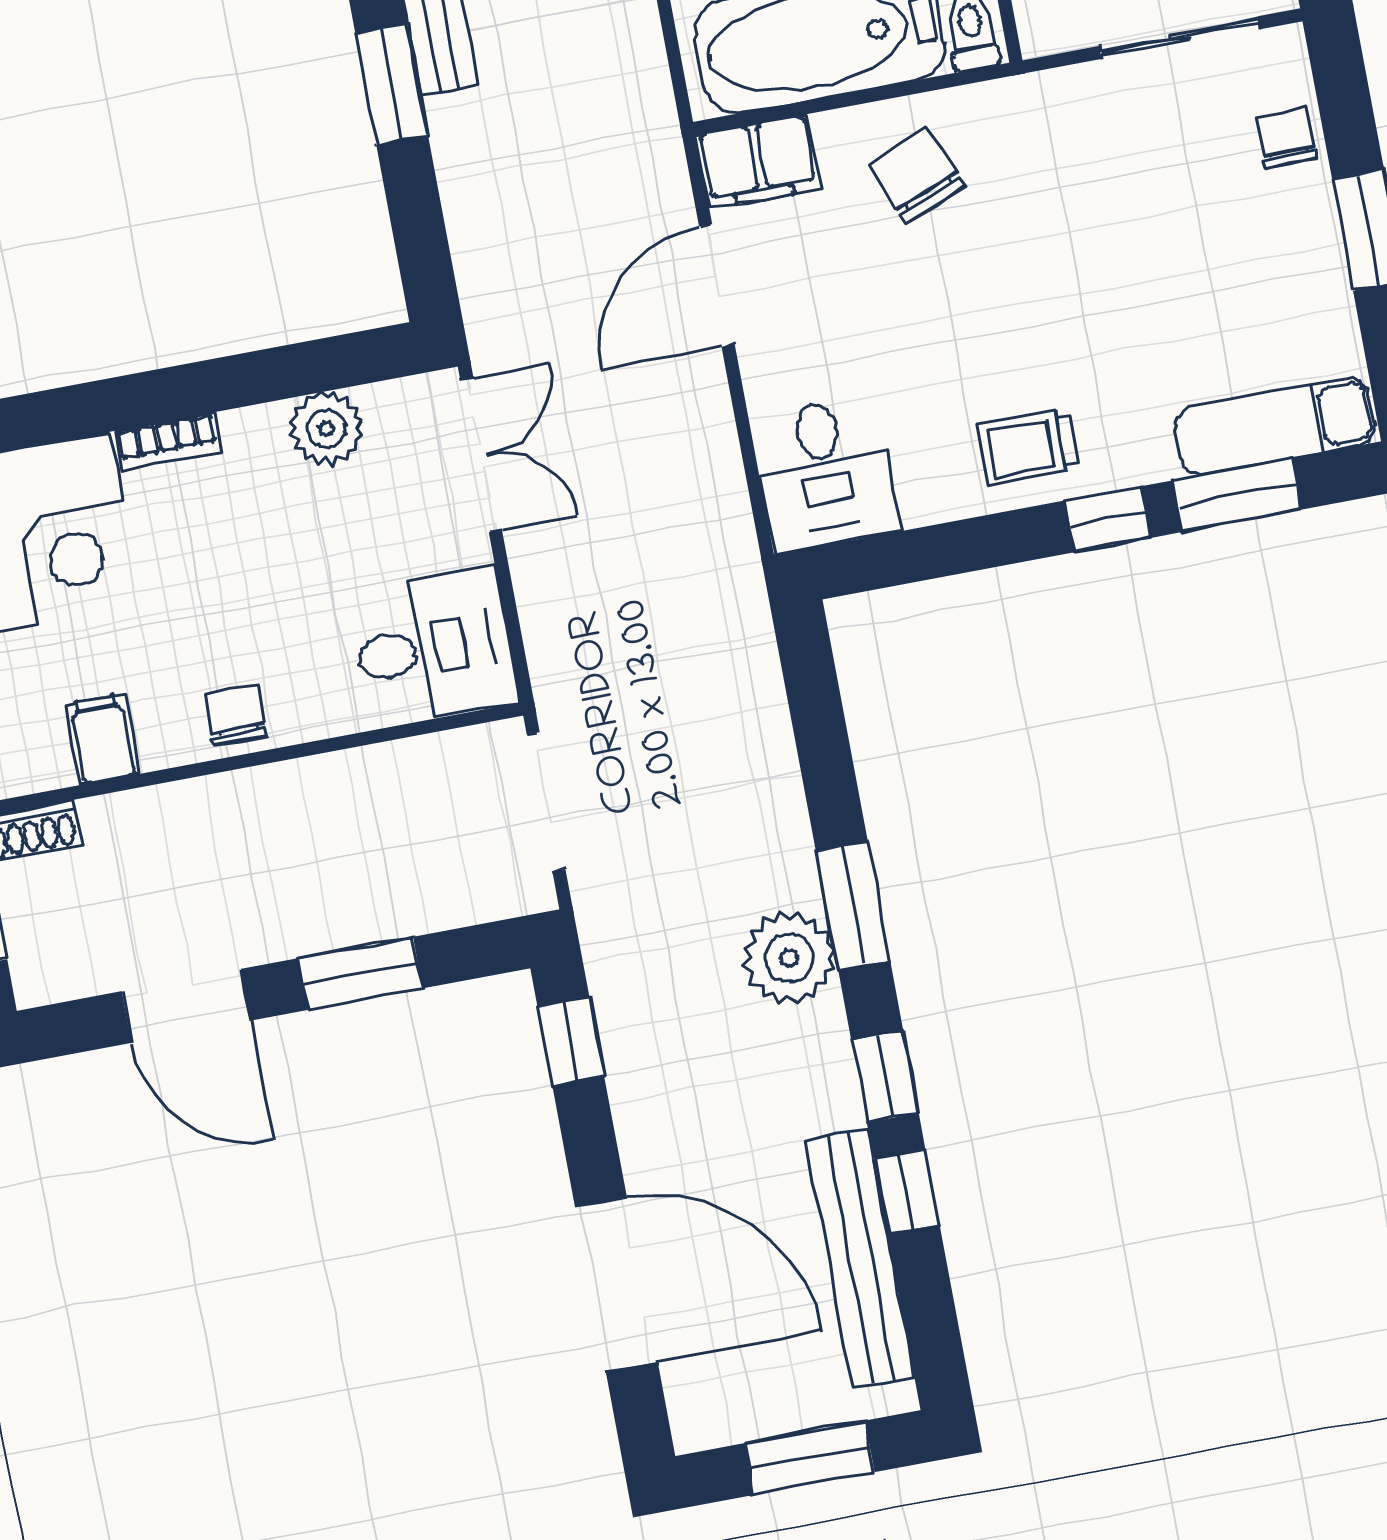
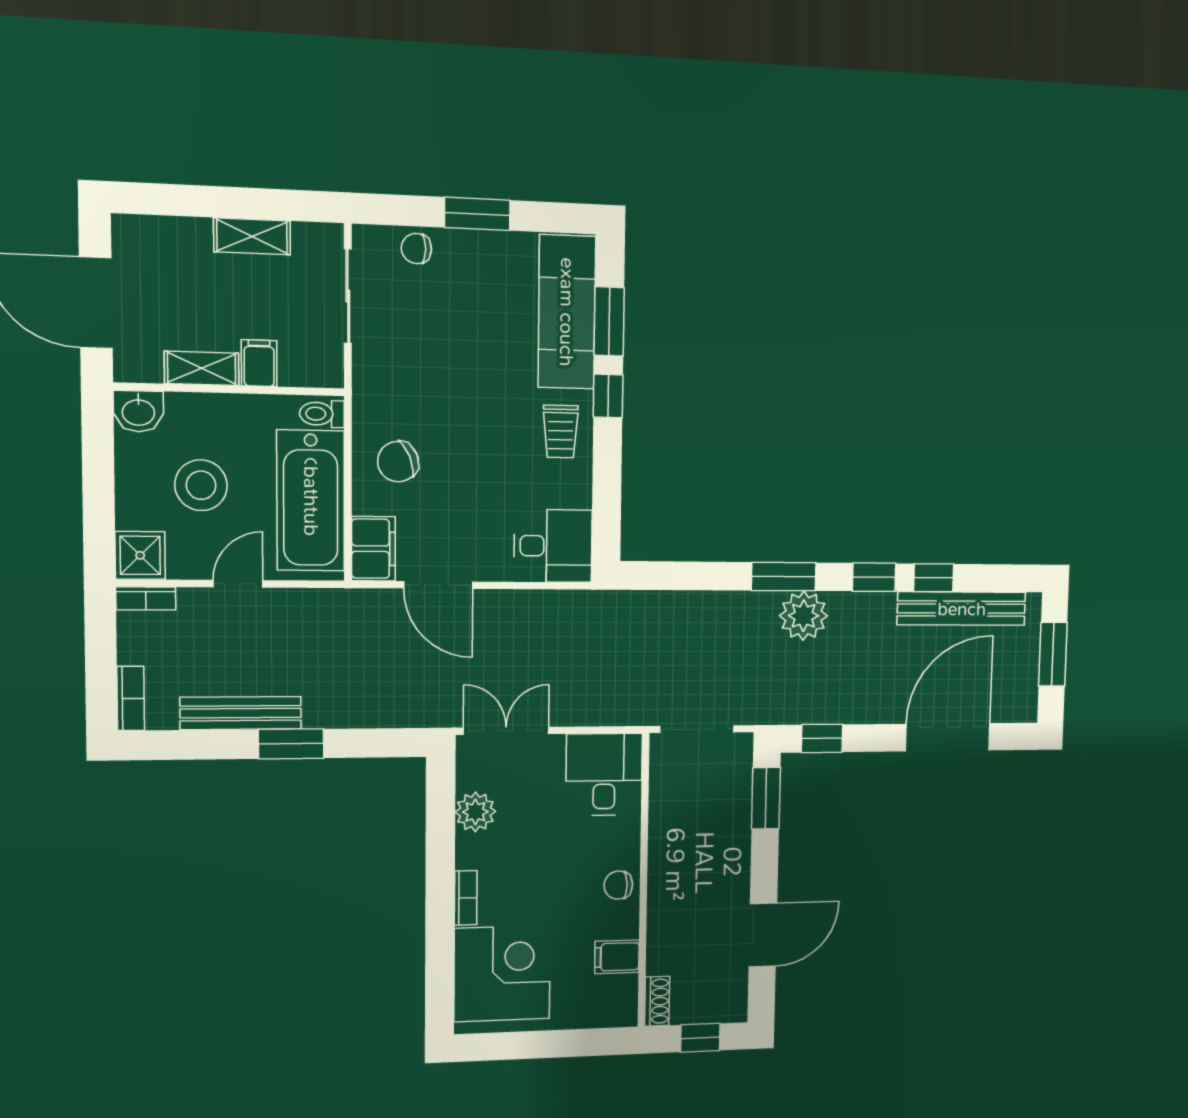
exam couch: (1275, 426) -> (567, 312), width x1.36, depth x1.45
window: (360, 973) -> (766, 798), moved

